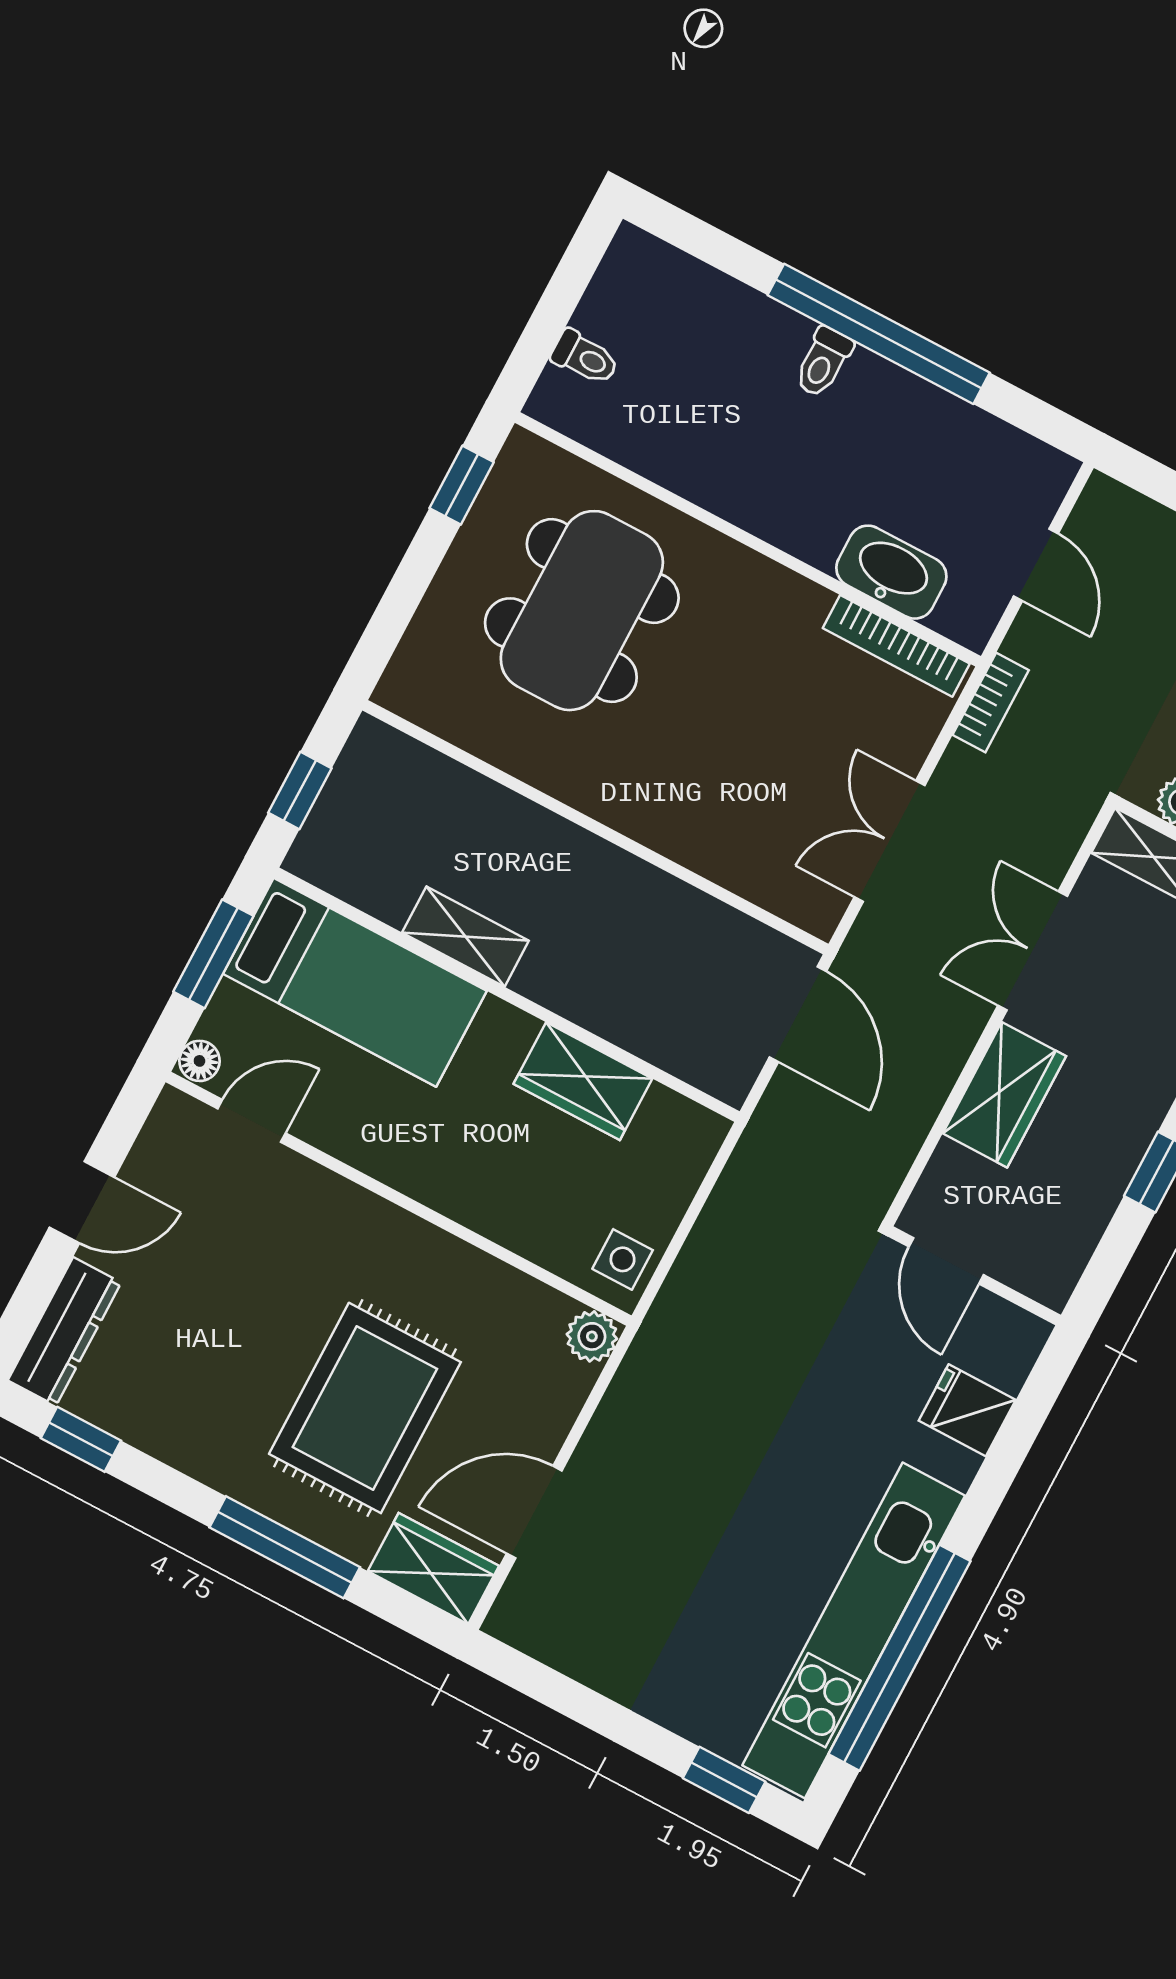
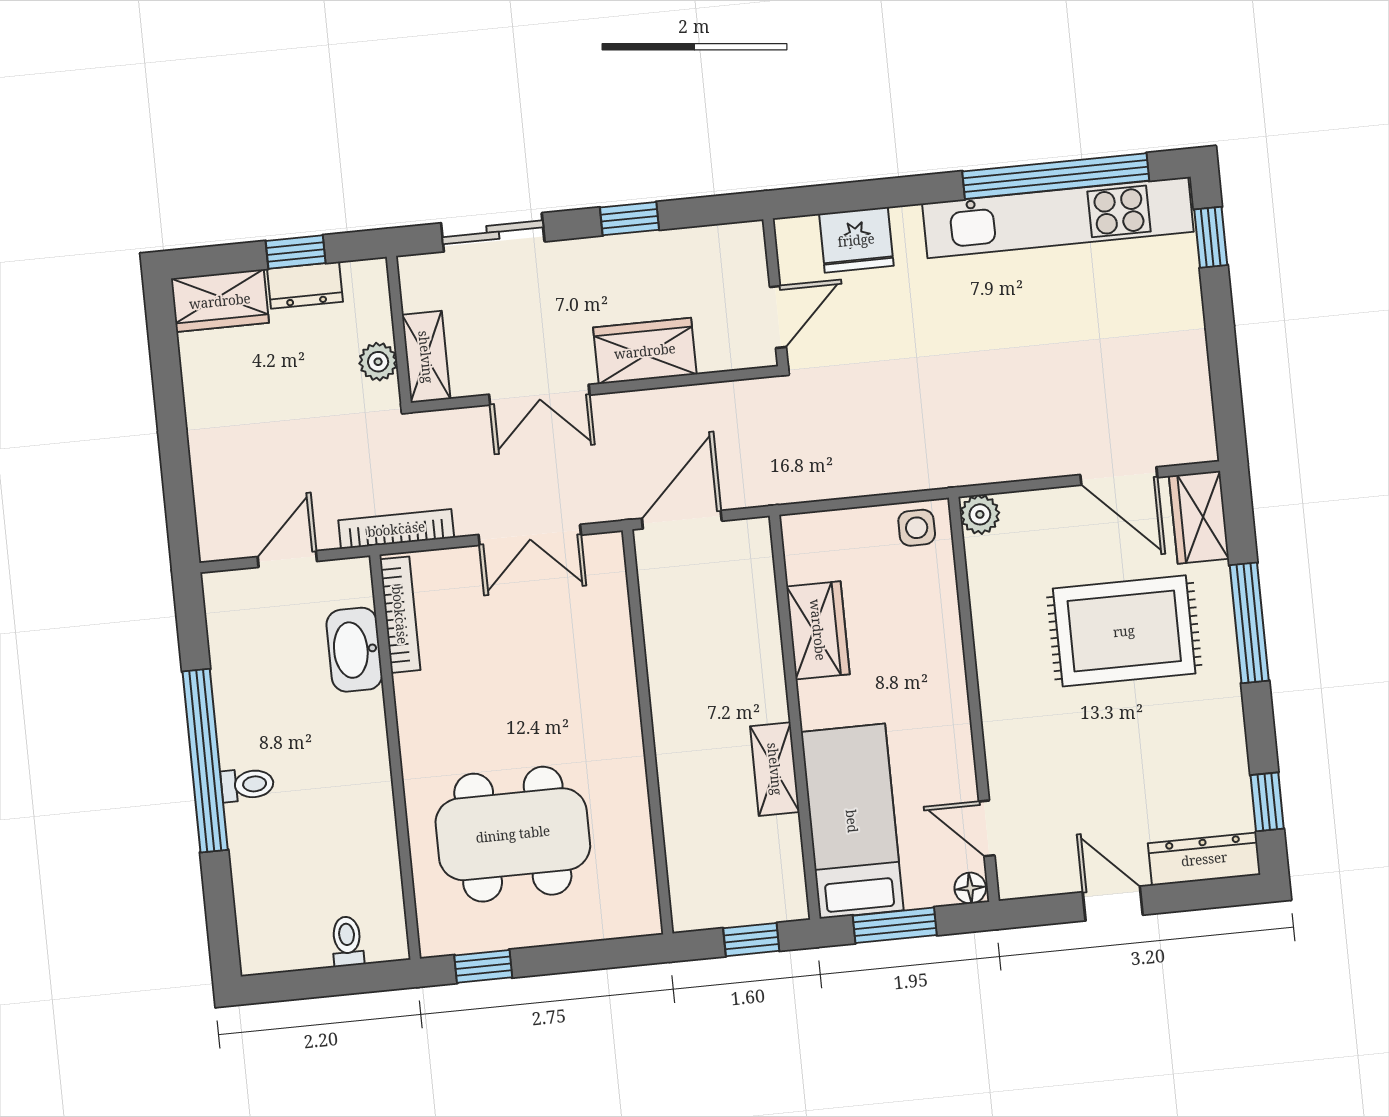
bookcase: (991, 703) -> (396, 529), width x1.56
fridge: (967, 1410) -> (856, 240), width x1.38

